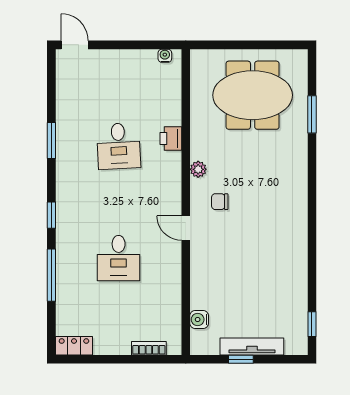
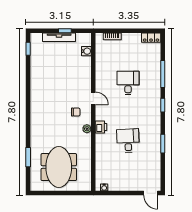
meeting table: (253, 95) -> (59, 167), turned 90
printer: (171, 138) -> (101, 127), moved

